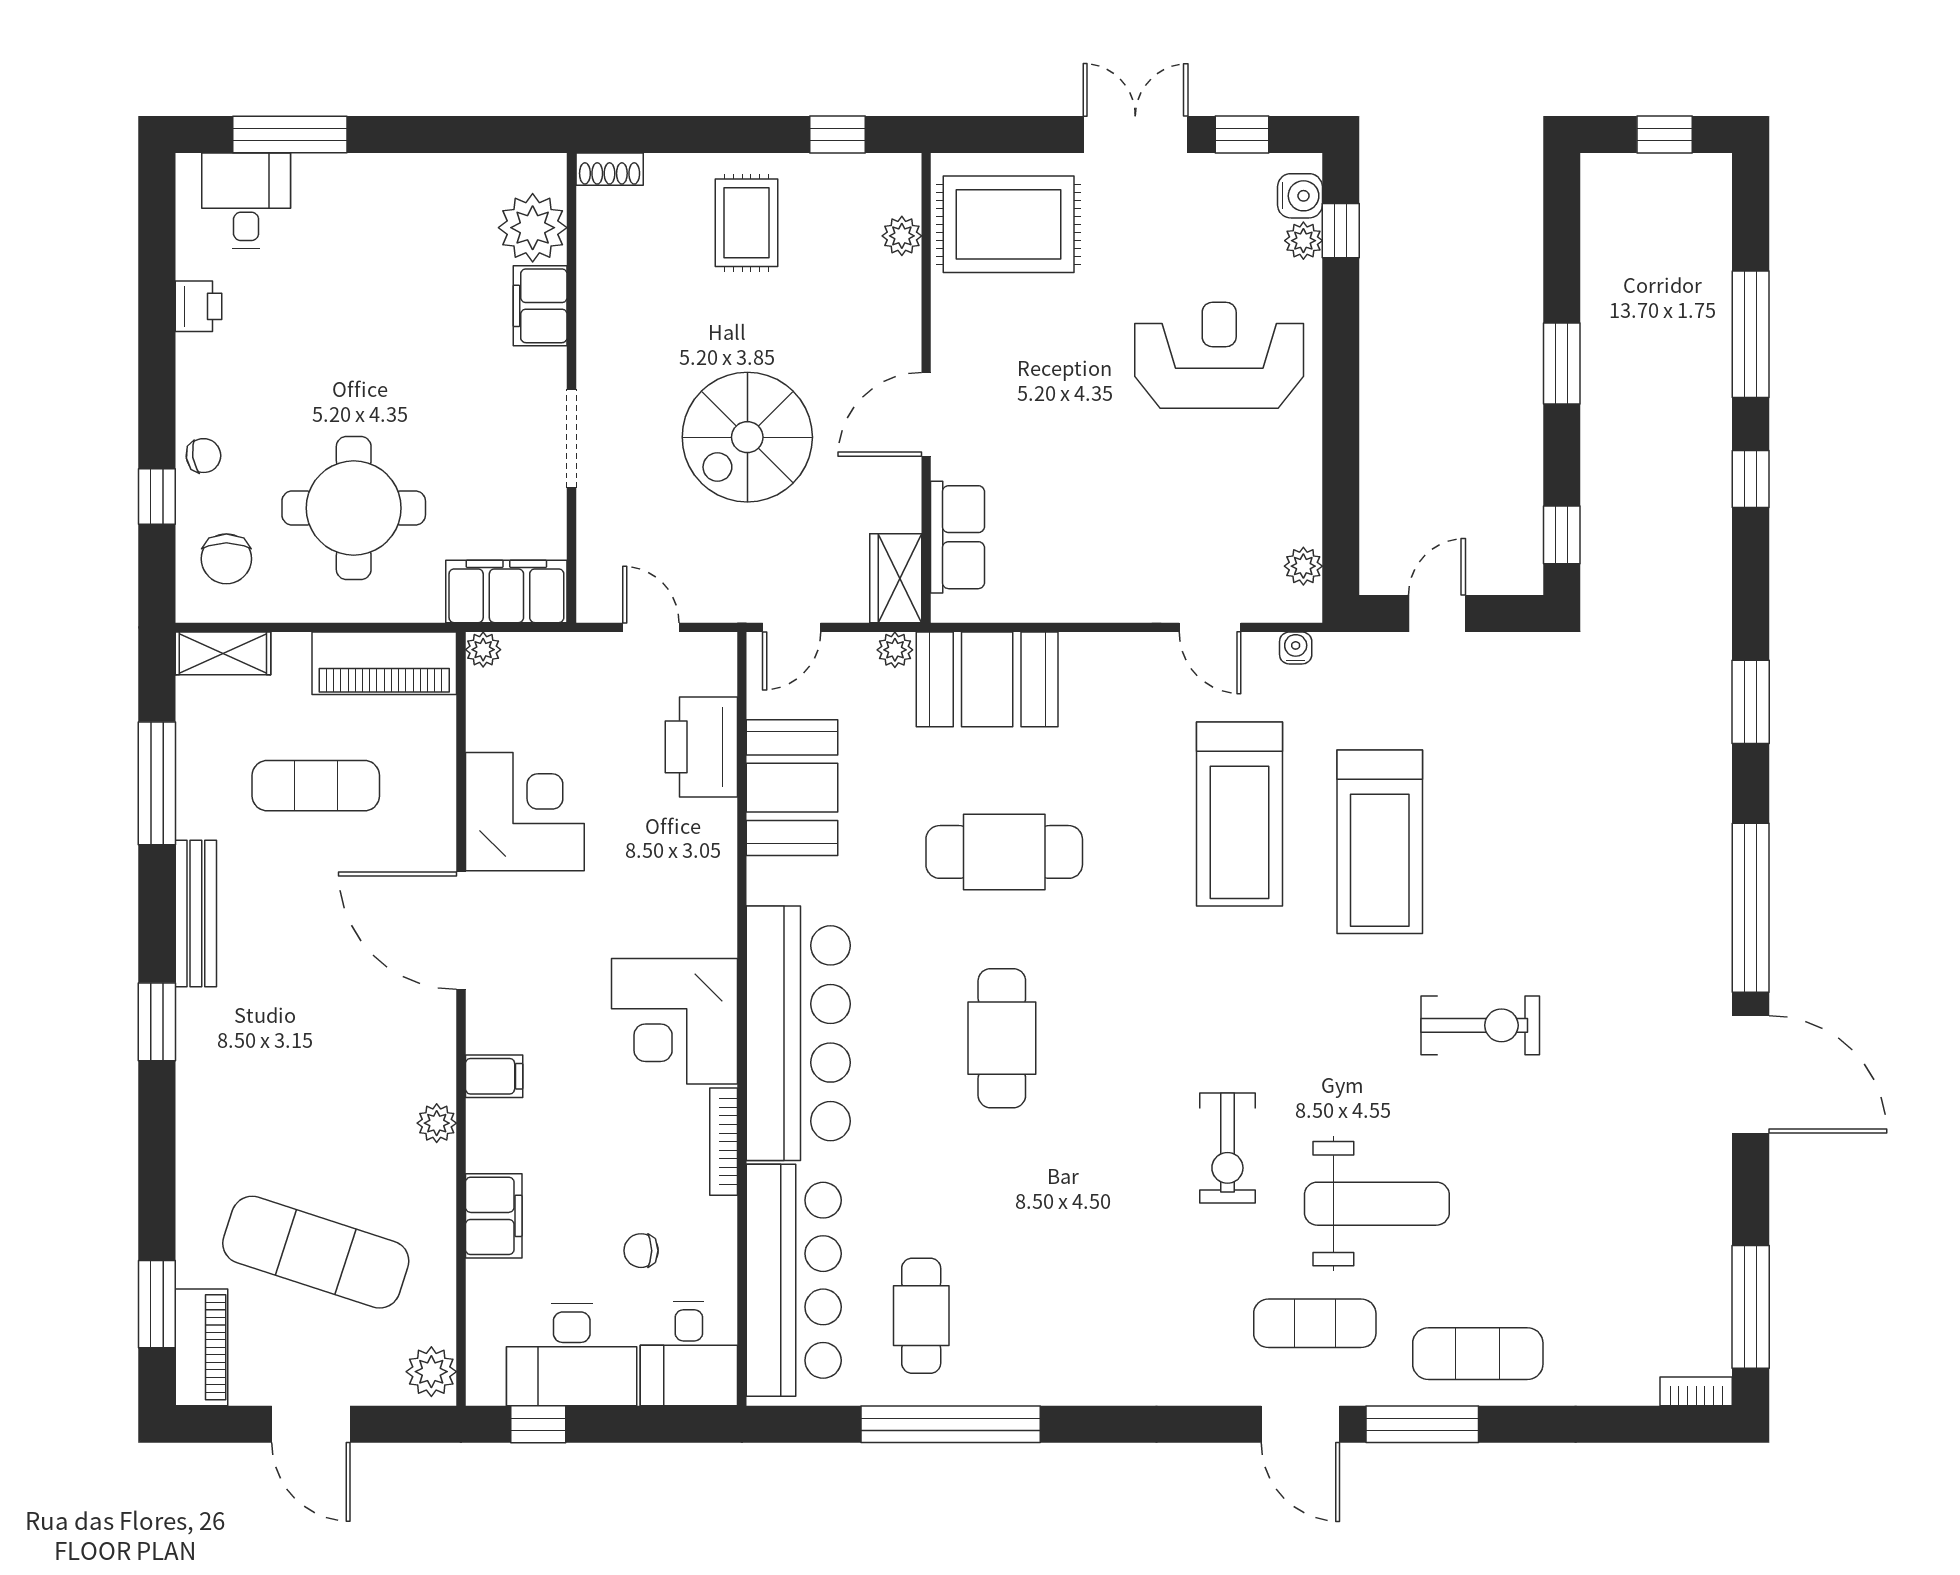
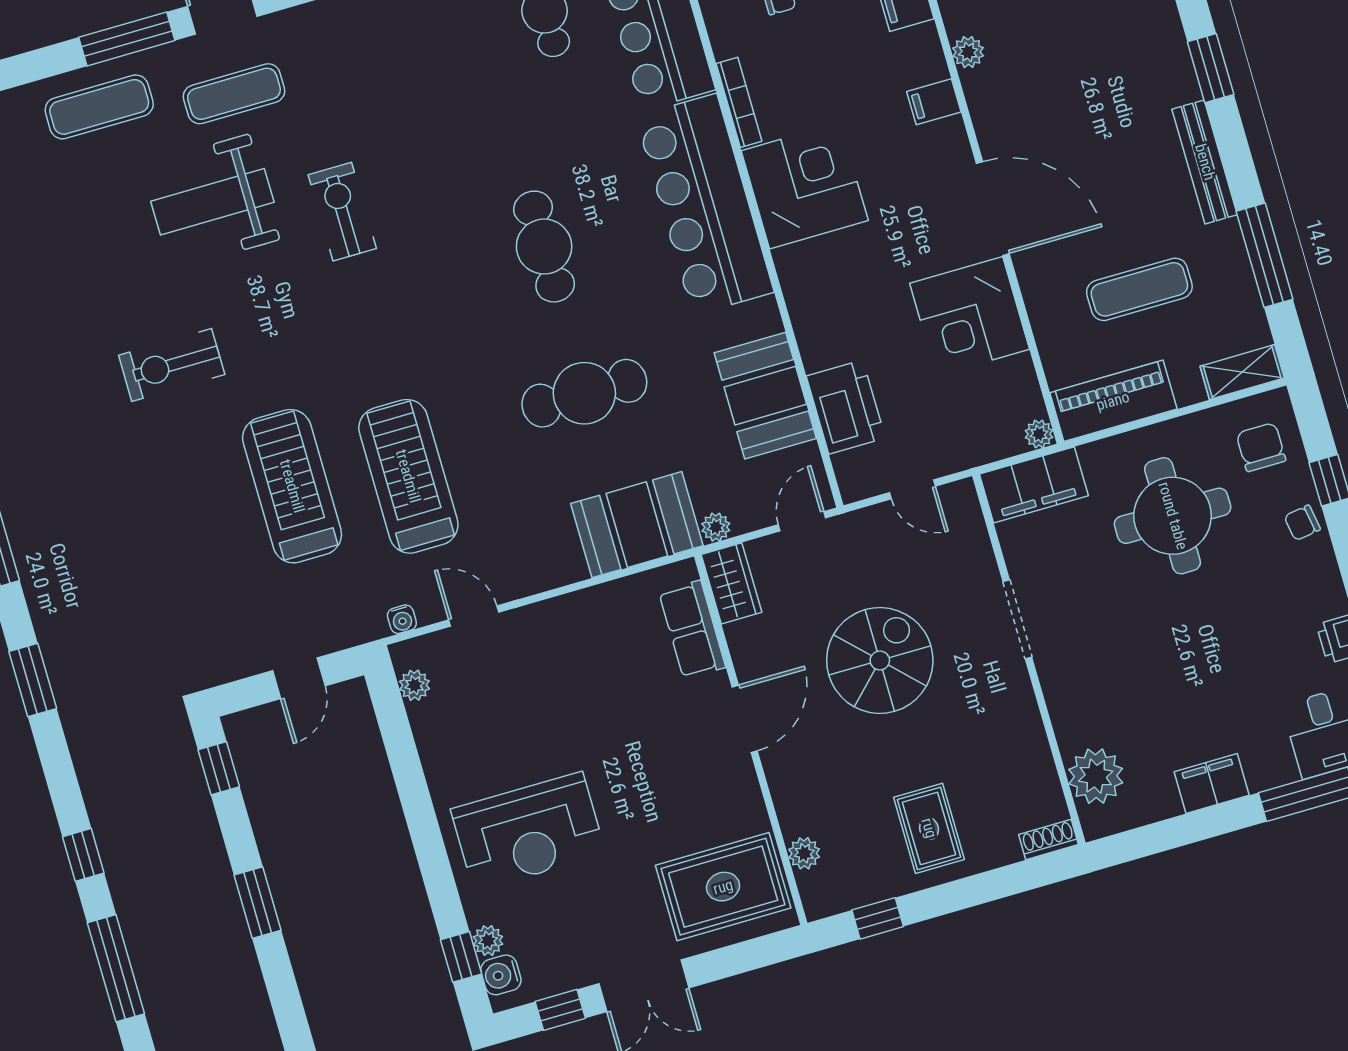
filing cabinet: (540, 306) -> (1212, 783), moved, turned -90

